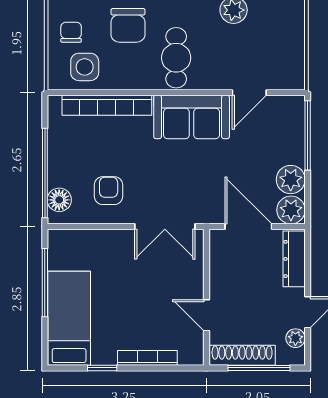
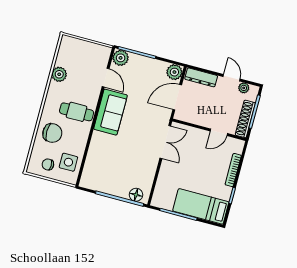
bookcase: (107, 105) -> (92, 156), removed
plant: (291, 180) -> (121, 58), moved
armchair: (109, 191) -> (138, 167), removed

